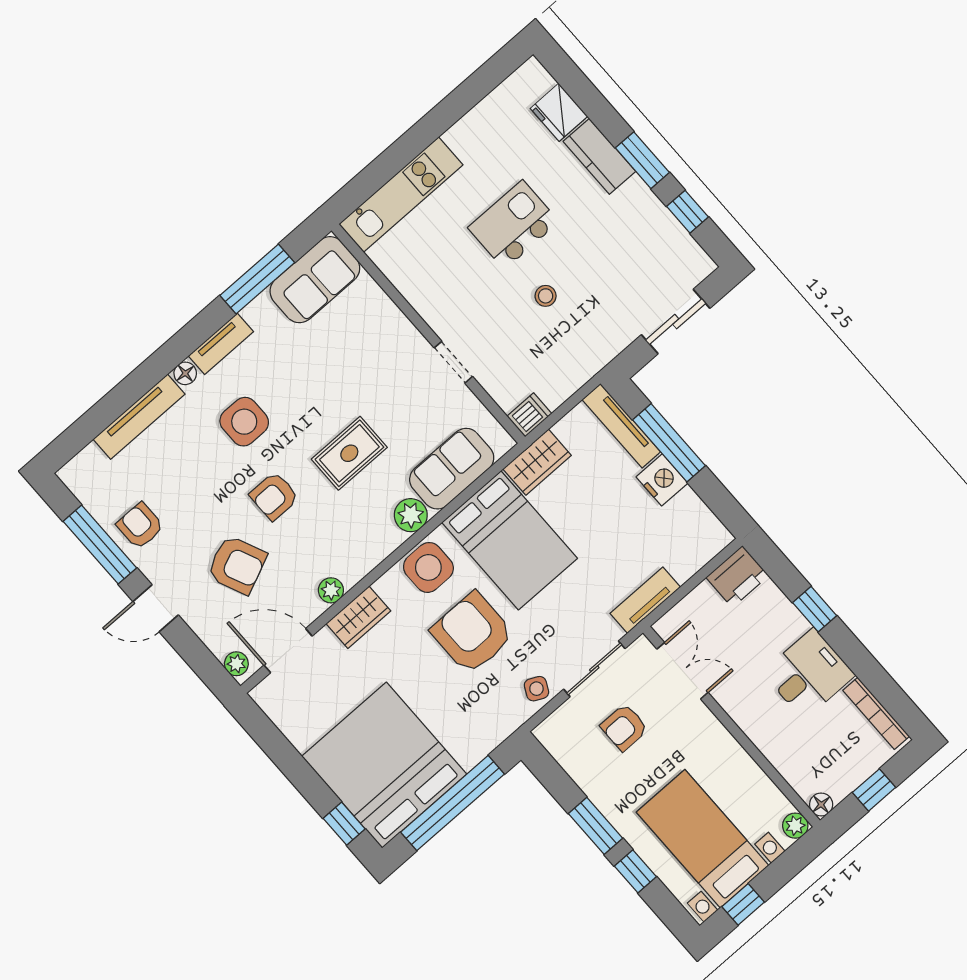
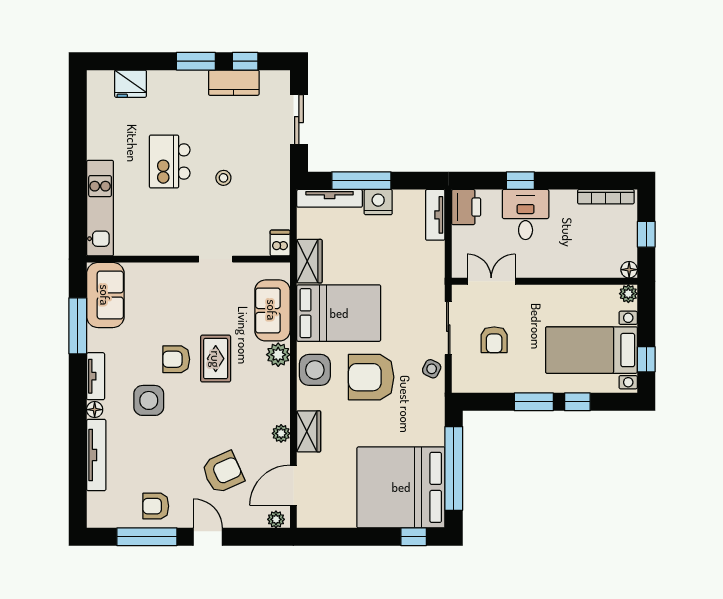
kitchen counter: (599, 156) -> (234, 83), moved
armchair: (274, 496) -> (176, 359), moved, turned 90
tv unit: (645, 600) -> (435, 215), moved
door: (156, 608) -> (208, 537), swing flipped
desk: (809, 674) -> (526, 215), moved

